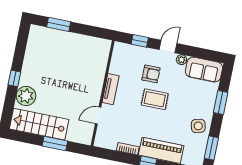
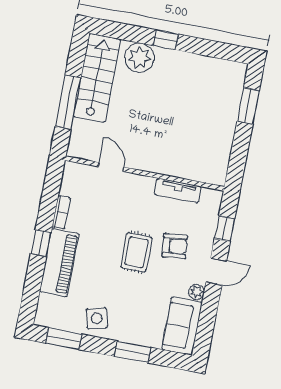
door: (168, 47) -> (216, 272), hinge flipped
armchair: (151, 74) -> (175, 246), turned -96
tv unit: (111, 89) -> (178, 191), moved
window: (55, 143) -> (68, 102), width x1.44

